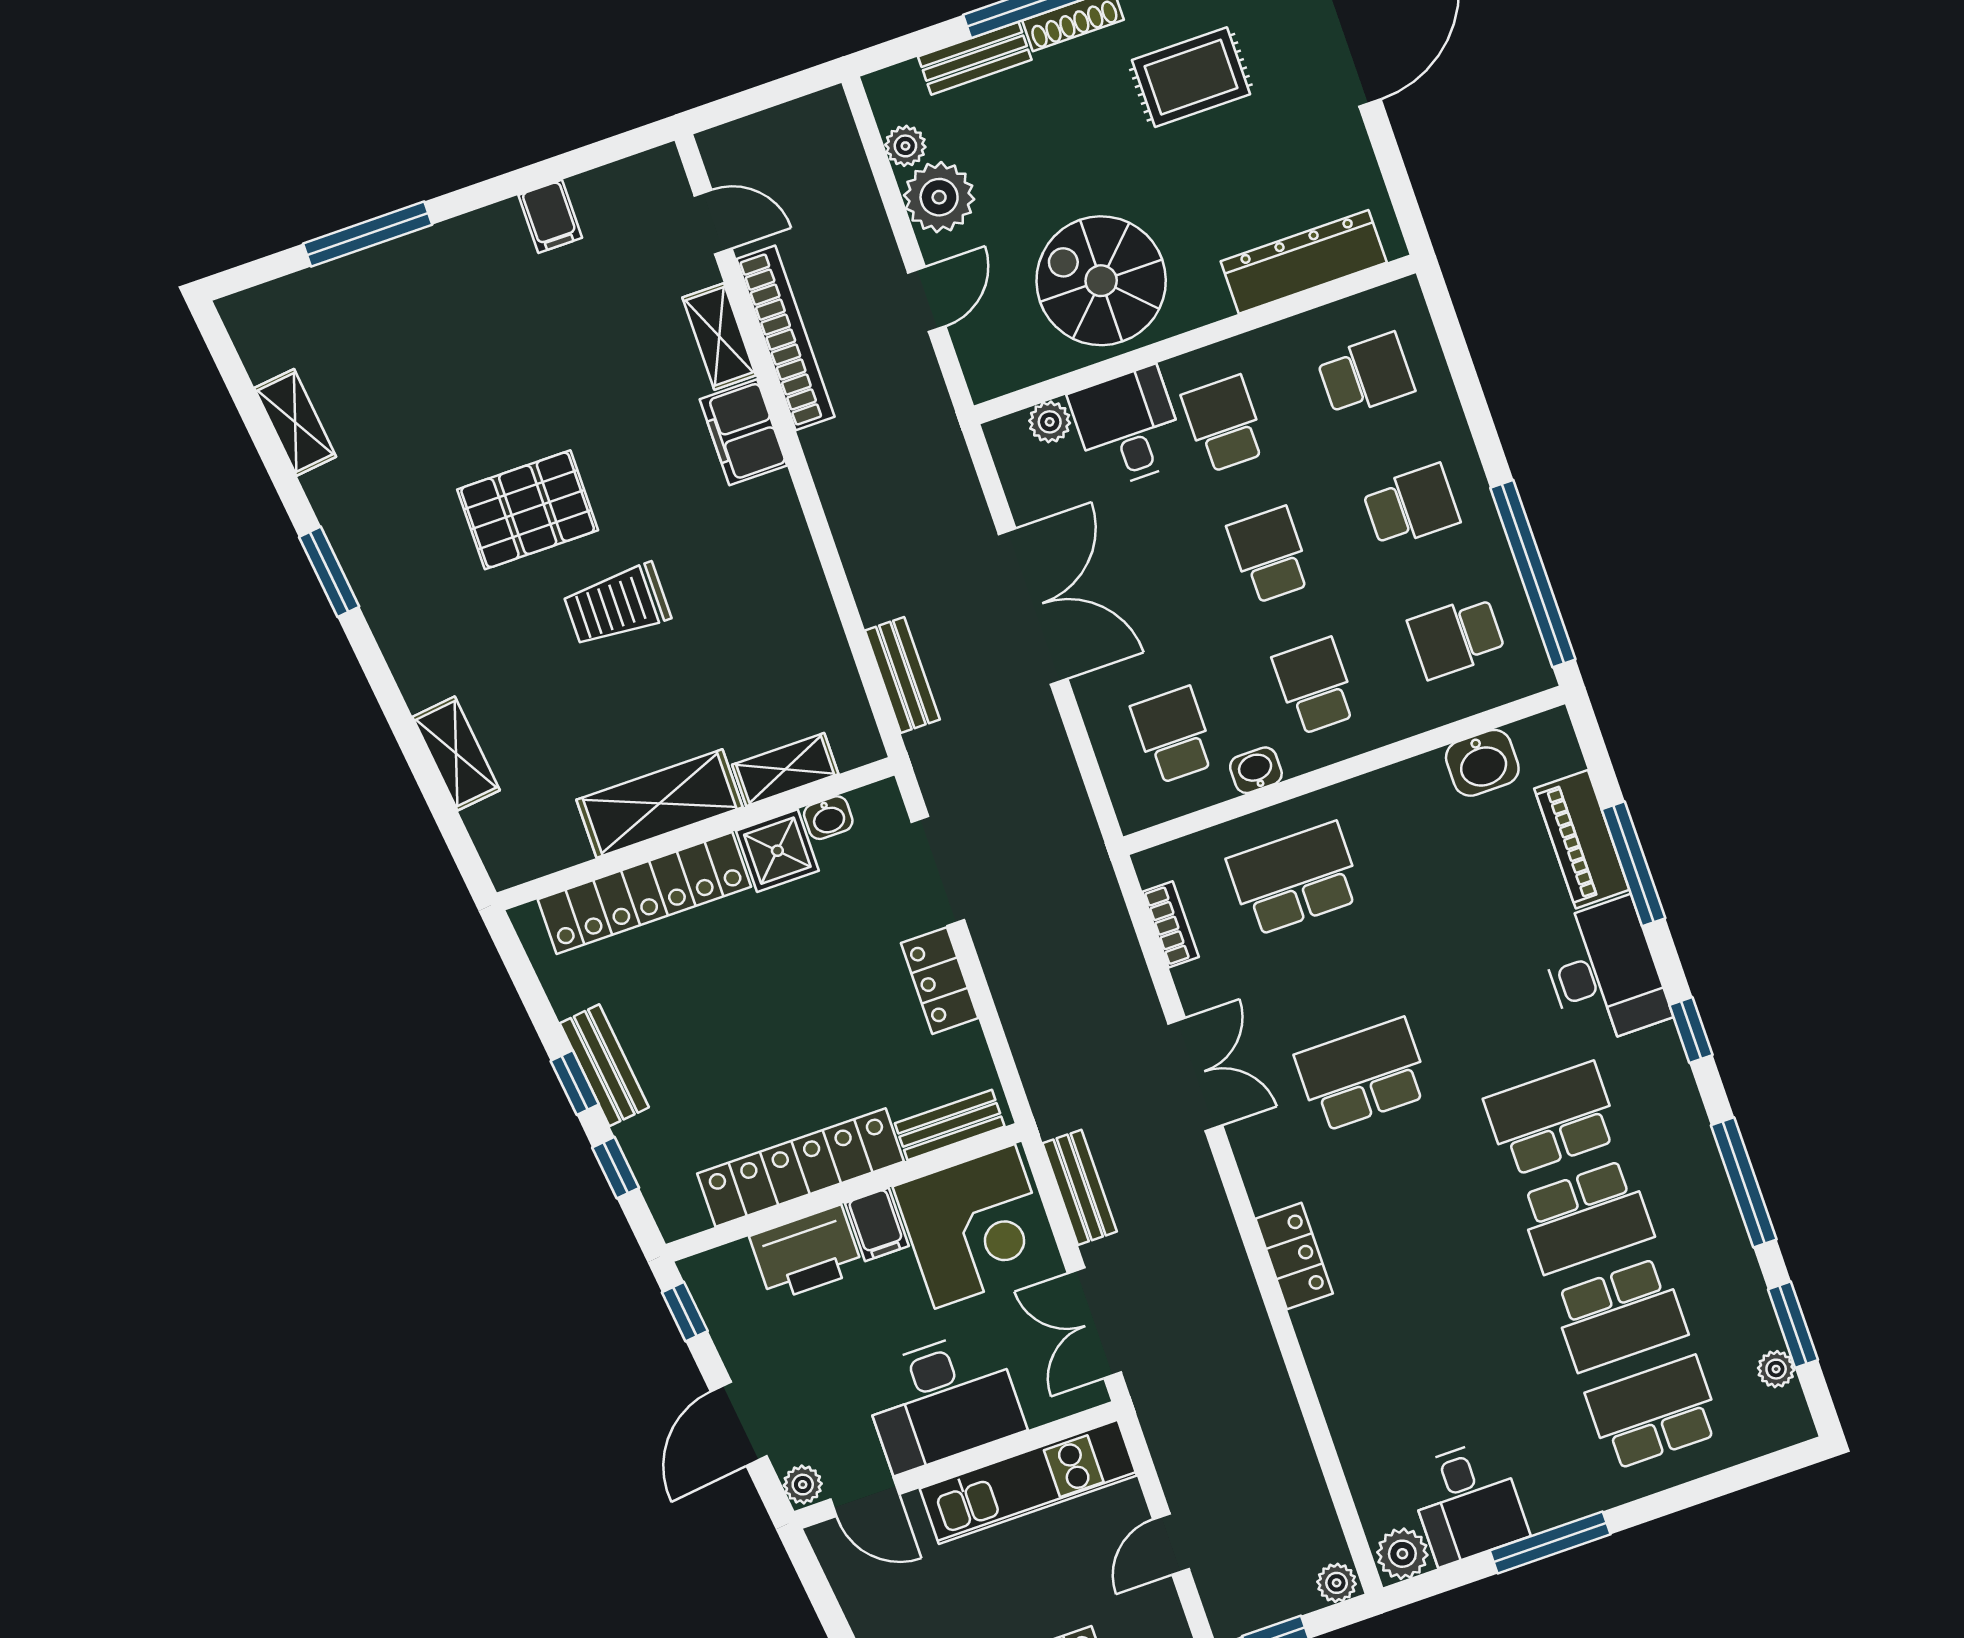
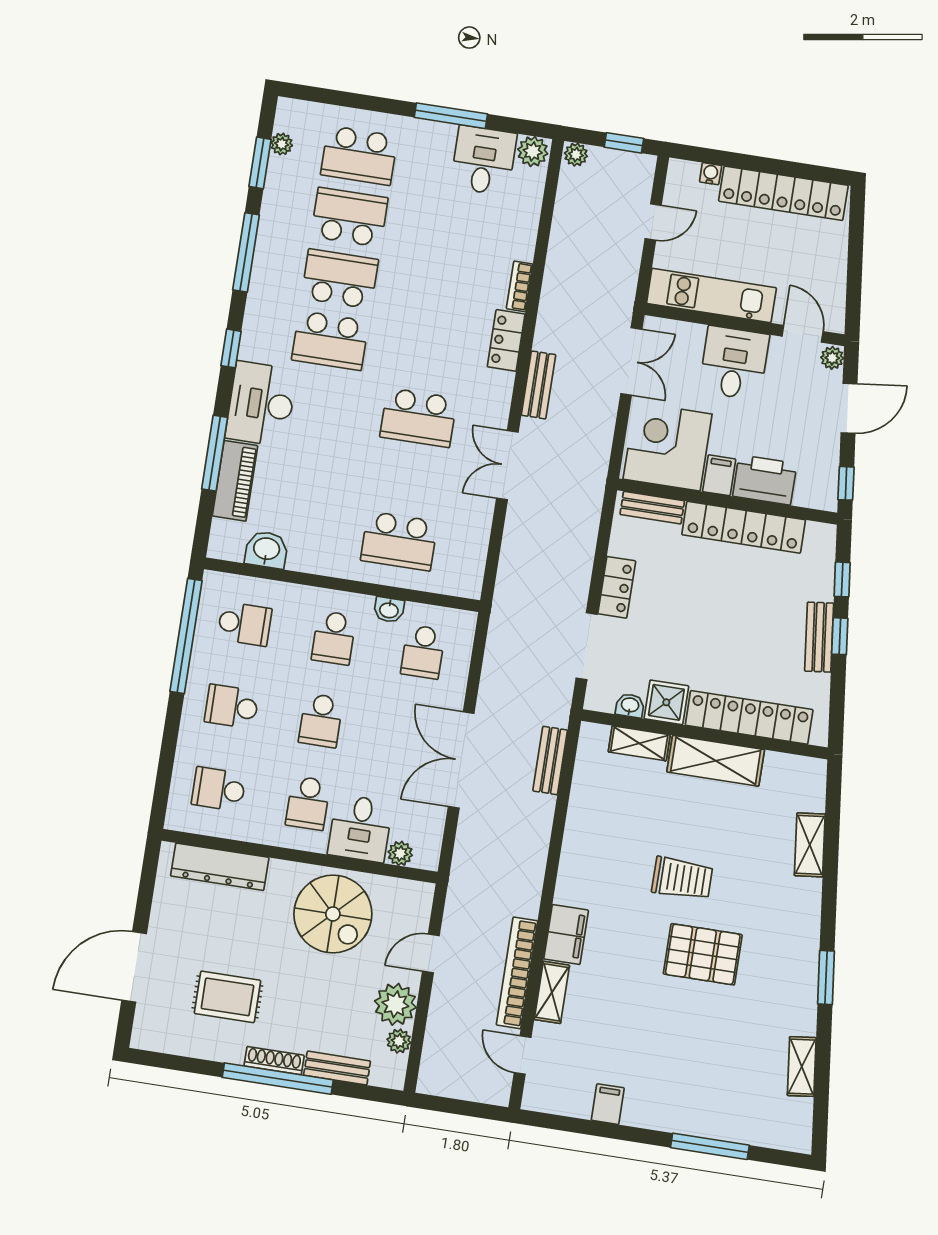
bookcase: (1171, 924) -> (520, 286), moved
bench: (1080, 1187) -> (538, 385), moved
desk: (942, 1400) -> (734, 363), width x0.73

